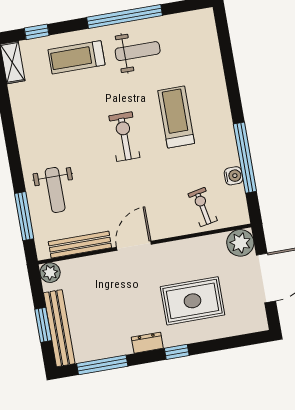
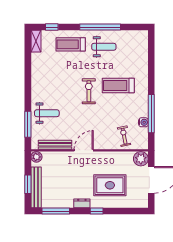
treadmill: (176, 117) -> (118, 86), turned -90
weight bench: (55, 190) -> (47, 113), turned -90

